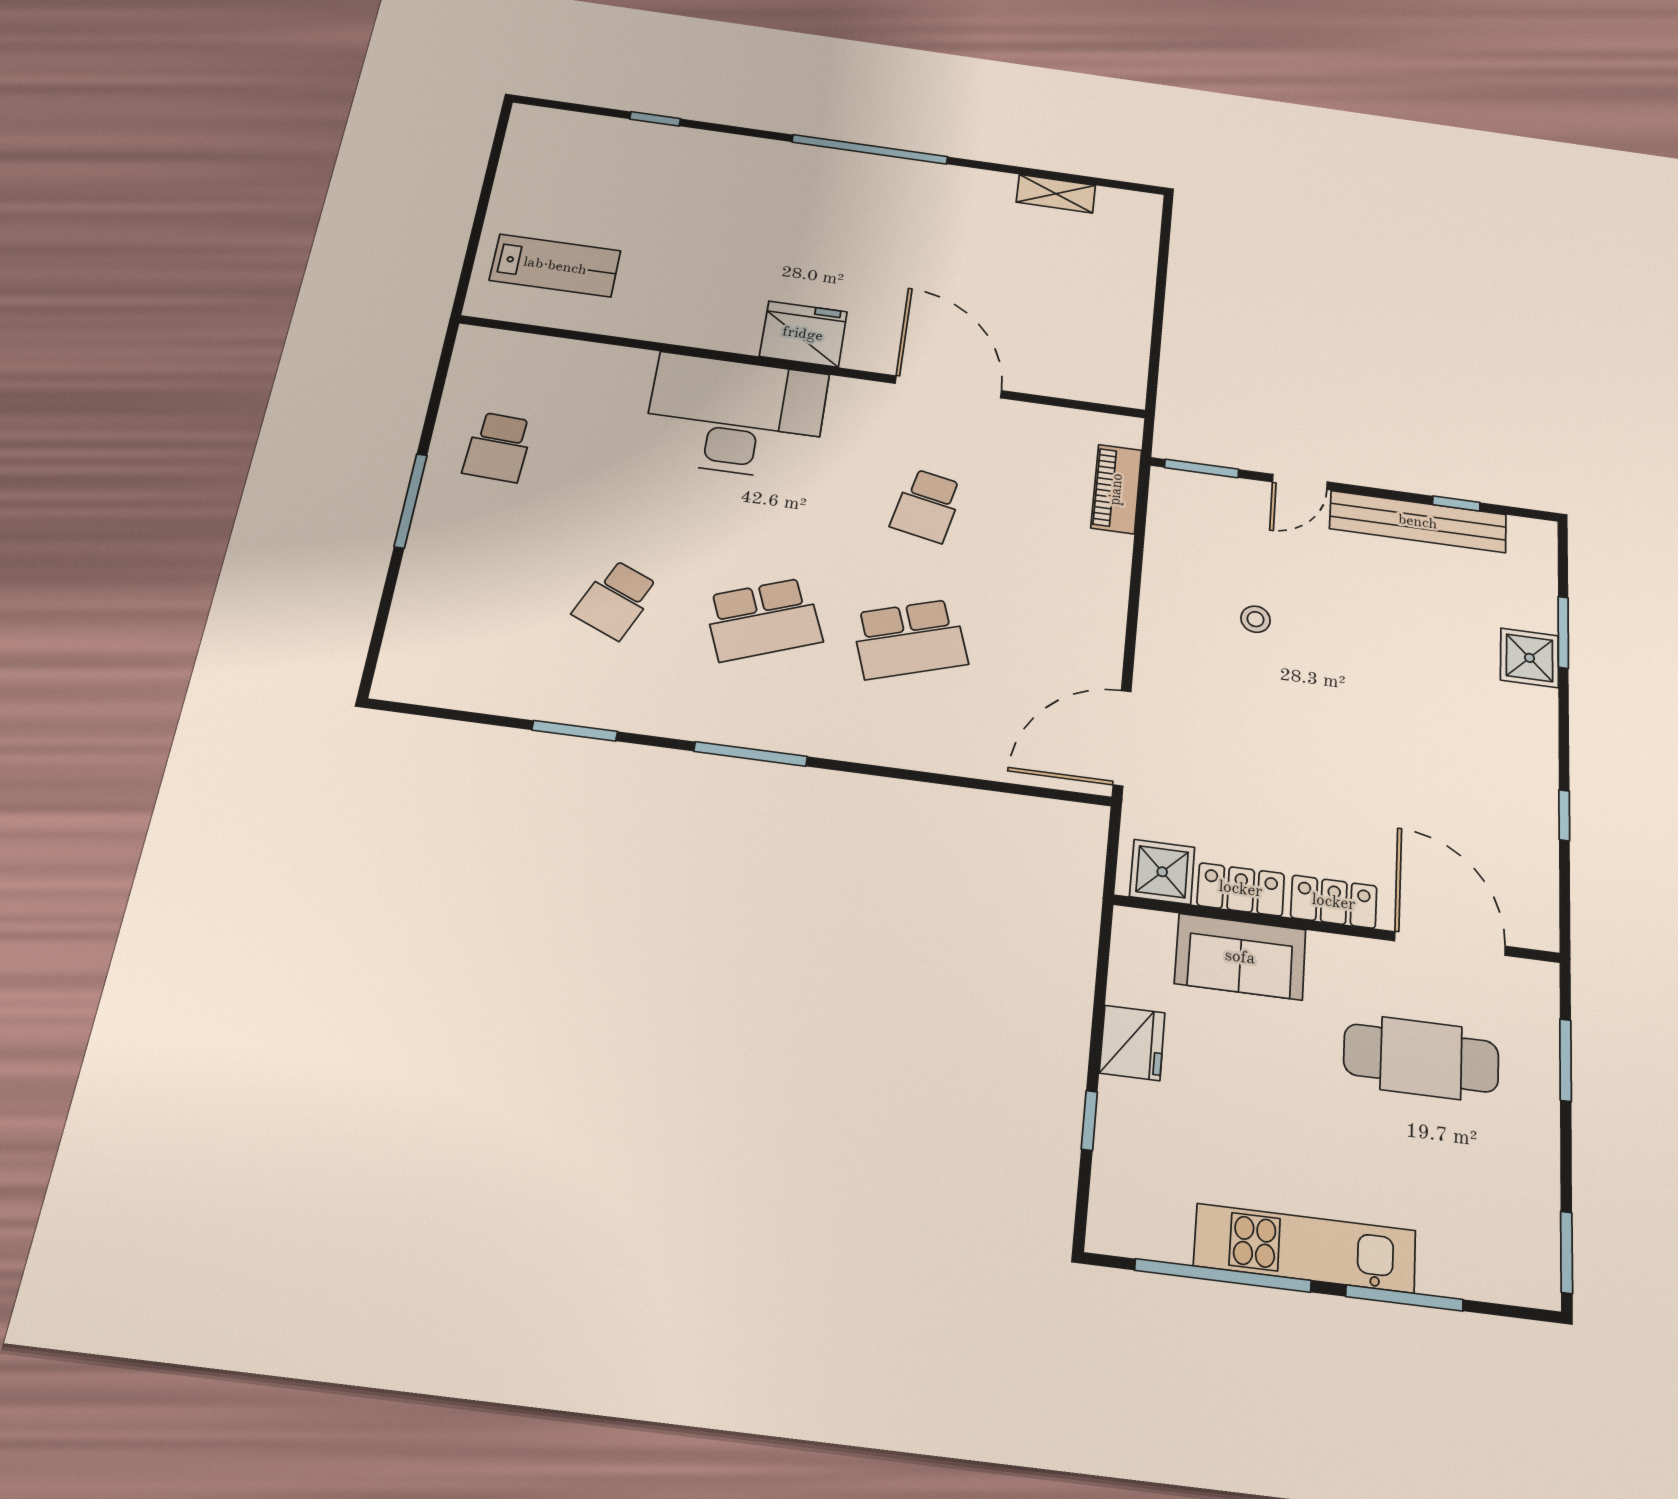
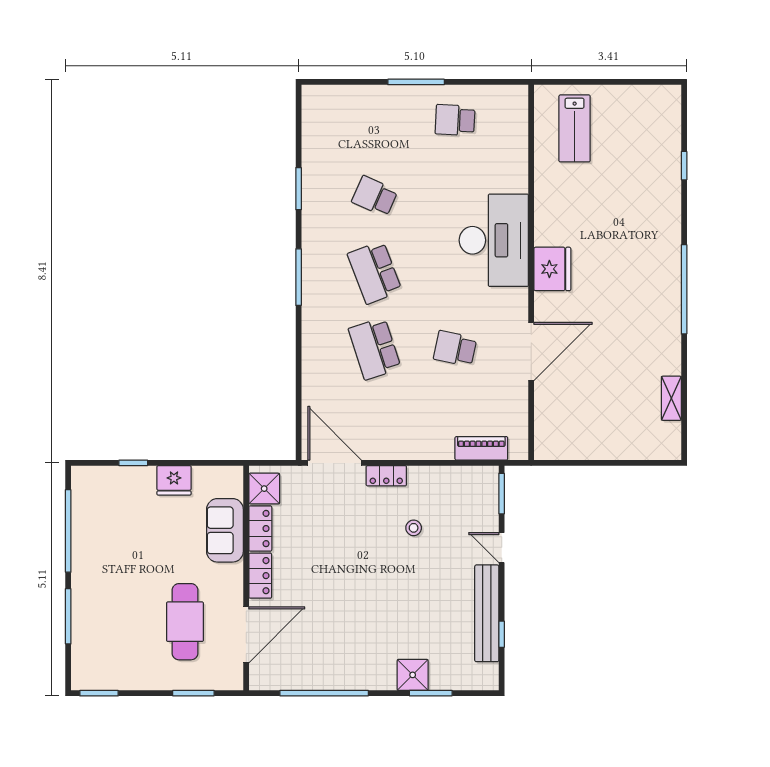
locker: (1154, 652) -> (386, 476), added
window: (1564, 815) -> (324, 693), width x3.17
kitchen unit: (1305, 1248) -> (86, 569), removed

